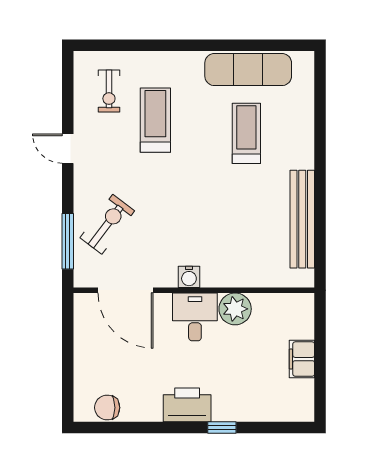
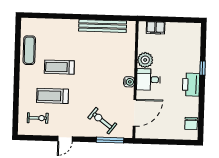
exercise mat: (248, 70) -> (29, 50), width x0.73, depth x0.69
treadmill: (246, 133) -> (59, 67), moved
filing cabinet: (302, 359) -> (156, 28), moved

